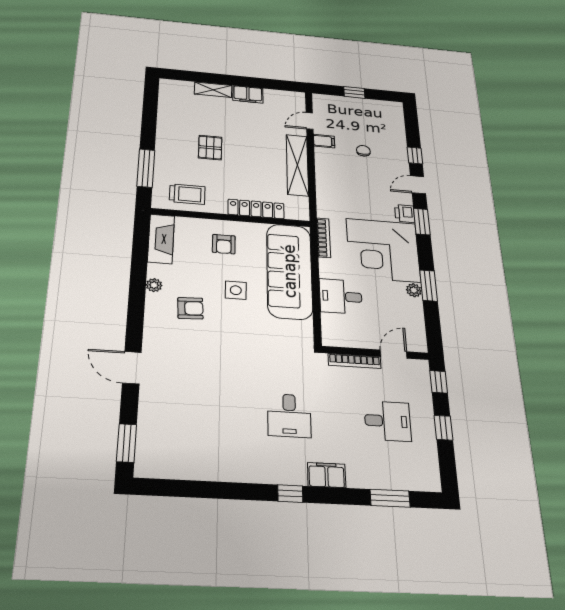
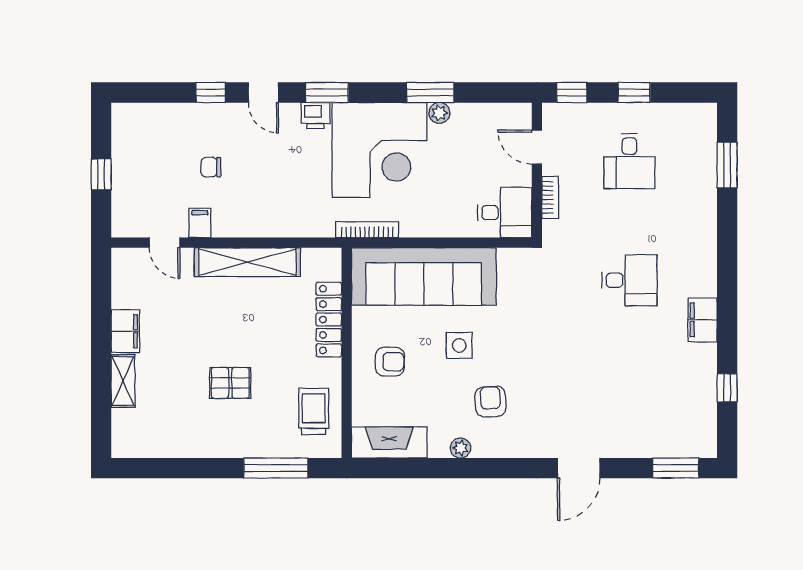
desk: (341, 296) -> (505, 213), moved, turned -90
bookcase: (355, 361) -> (550, 197), width x0.64
desk: (388, 421) -> (629, 161), turned 180
filing cabinet: (327, 475) -> (703, 320), moved
window: (290, 494) -> (727, 388), moved

